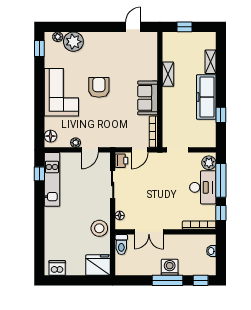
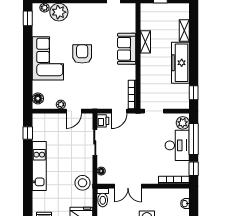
sofa: (148, 98) -> (127, 49), moved
window: (221, 115) -> (194, 93), moved
kitchen unit: (52, 179) -> (39, 166), moved

